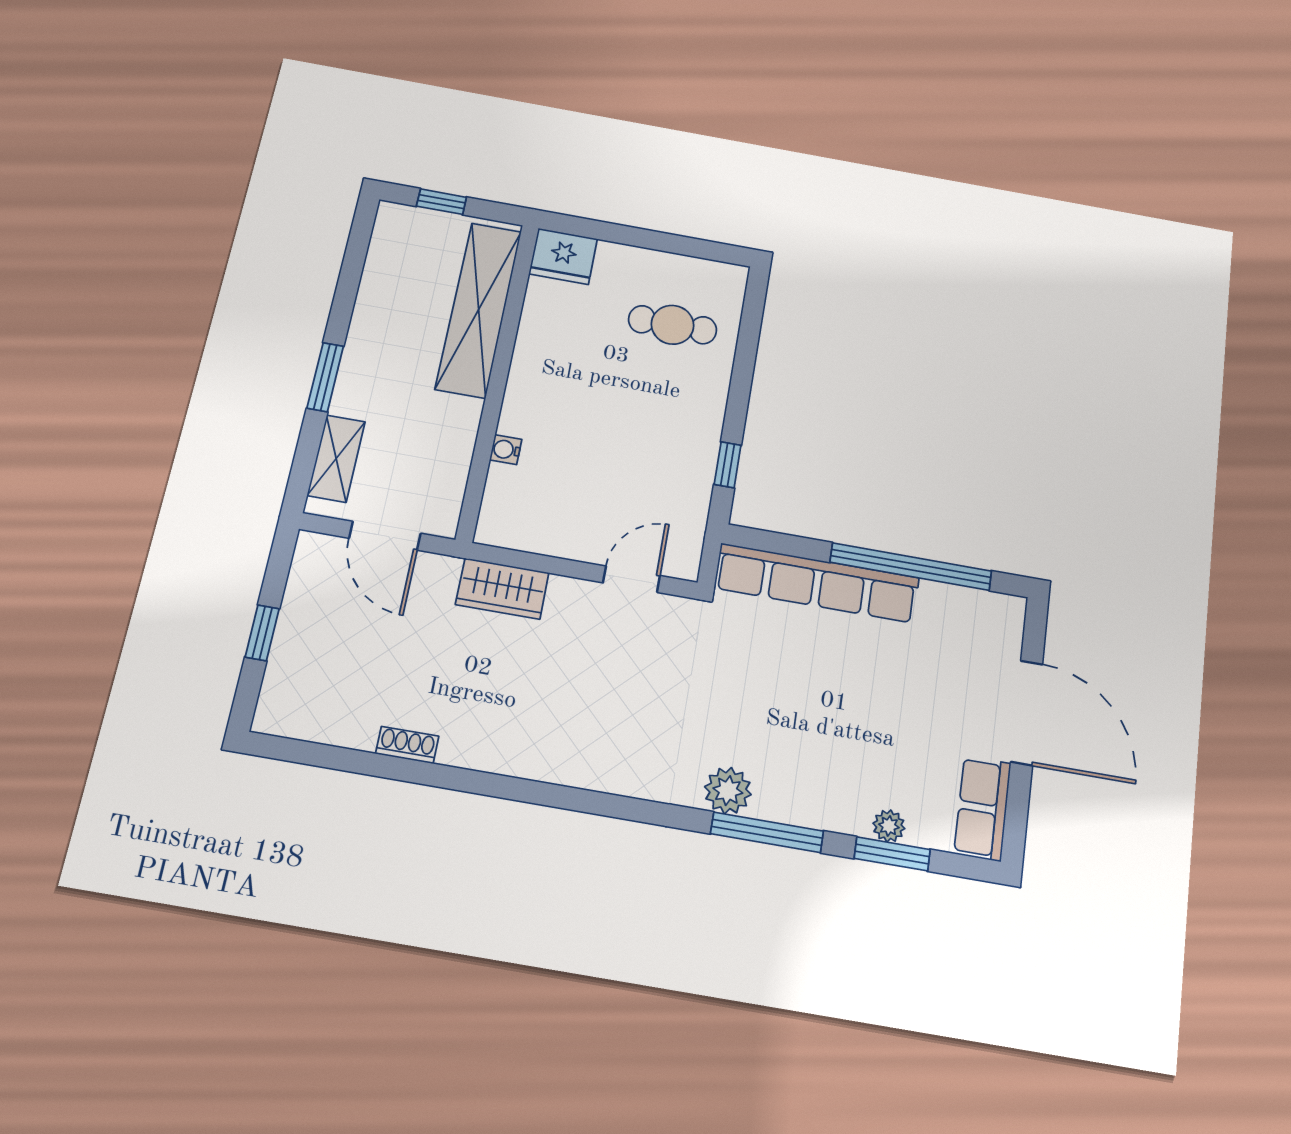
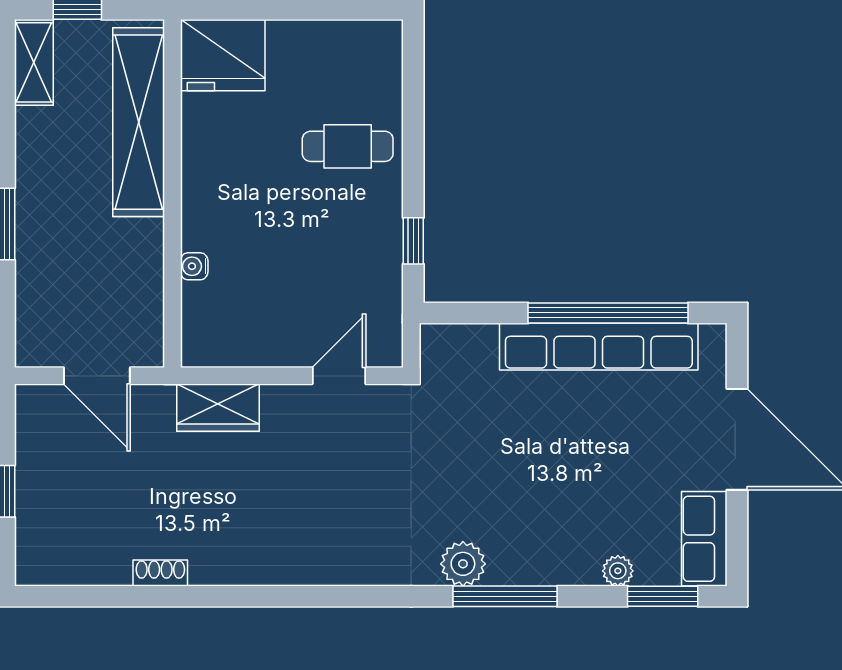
fridge: (563, 256) -> (223, 55), width x1.36, depth x1.34
cafe table: (673, 325) -> (348, 146), moved
shelving: (336, 458) -> (34, 62), moved
row of seats: (817, 583) -> (599, 347), moved
window: (892, 854) -> (663, 596), moved

